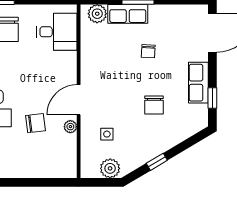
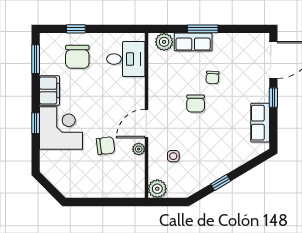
row of seats: (198, 83) -> (260, 123), moved
window: (212, 98) -> (273, 98), moved
chair: (154, 105) -> (196, 103), moved
plant: (110, 168) -> (157, 189), moved

